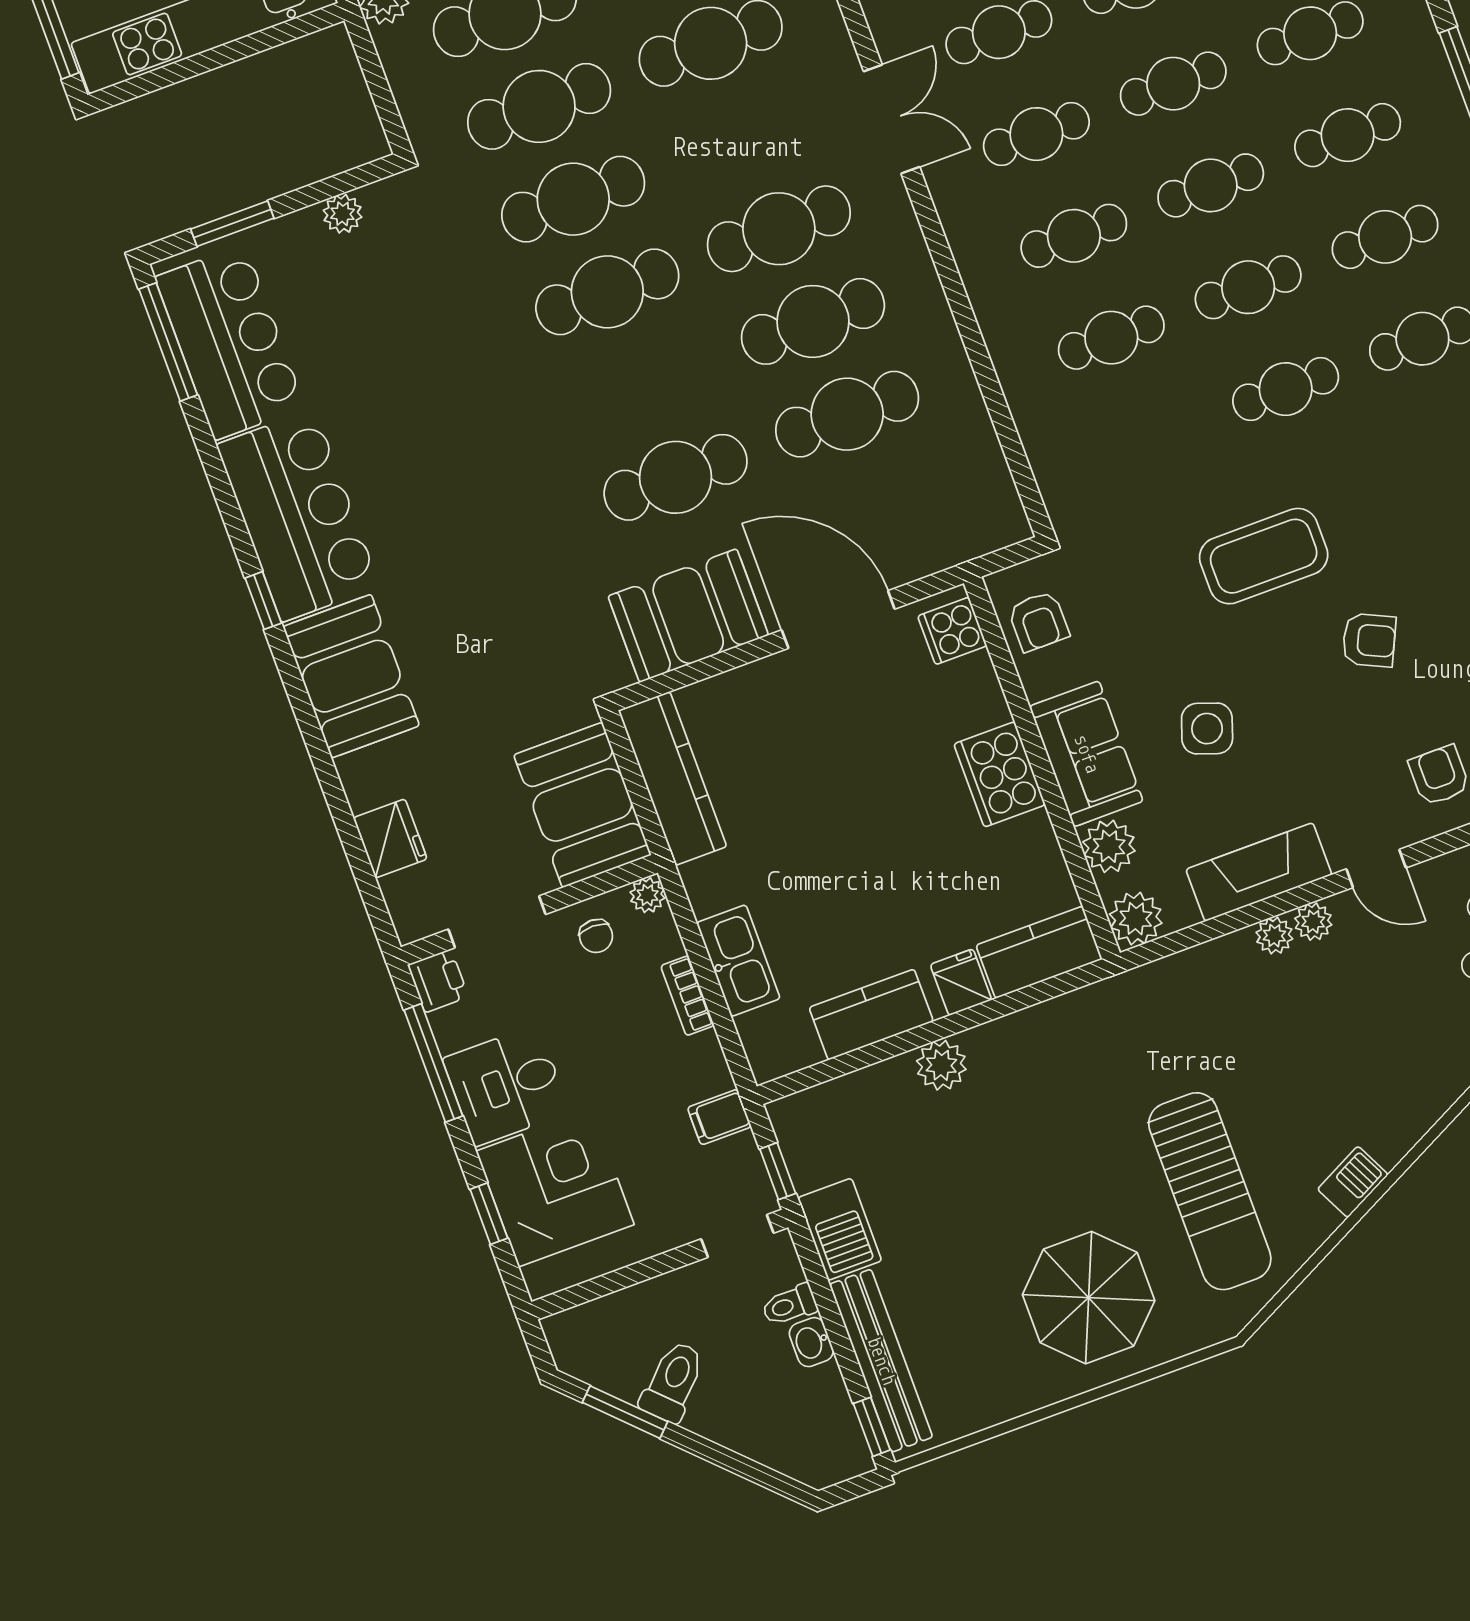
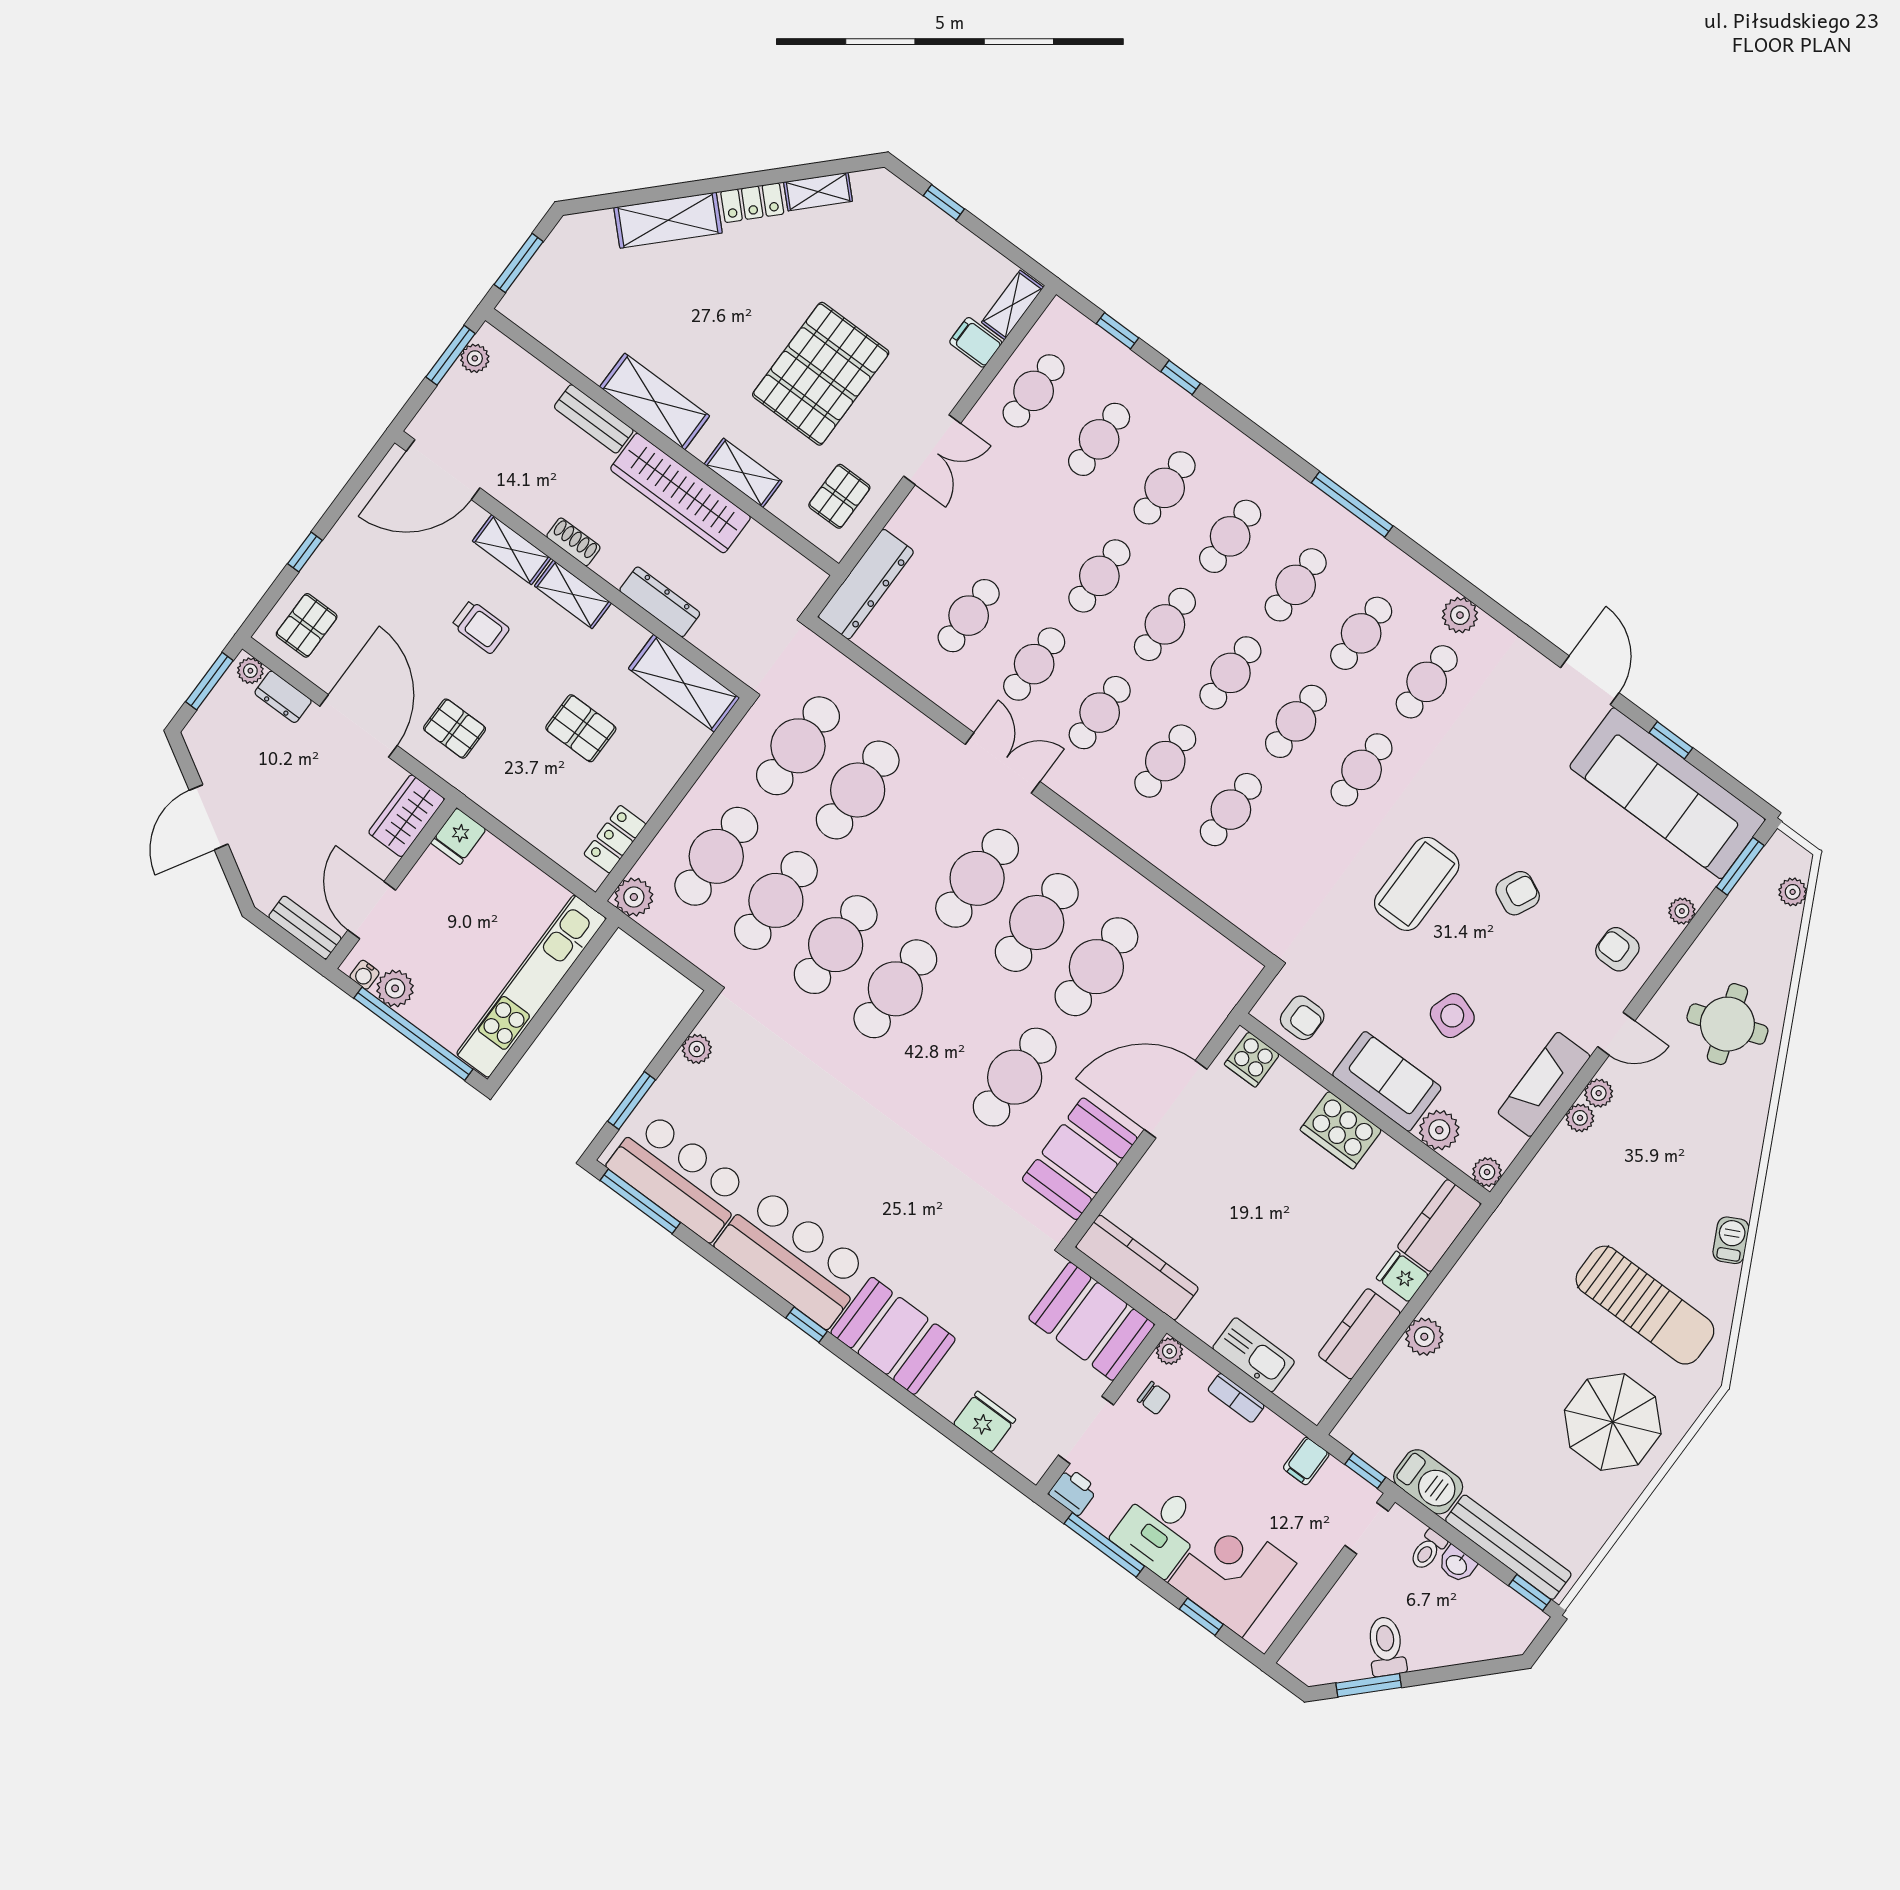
plant: (1136, 919) -> (1487, 1172), width x0.73, depth x0.73

